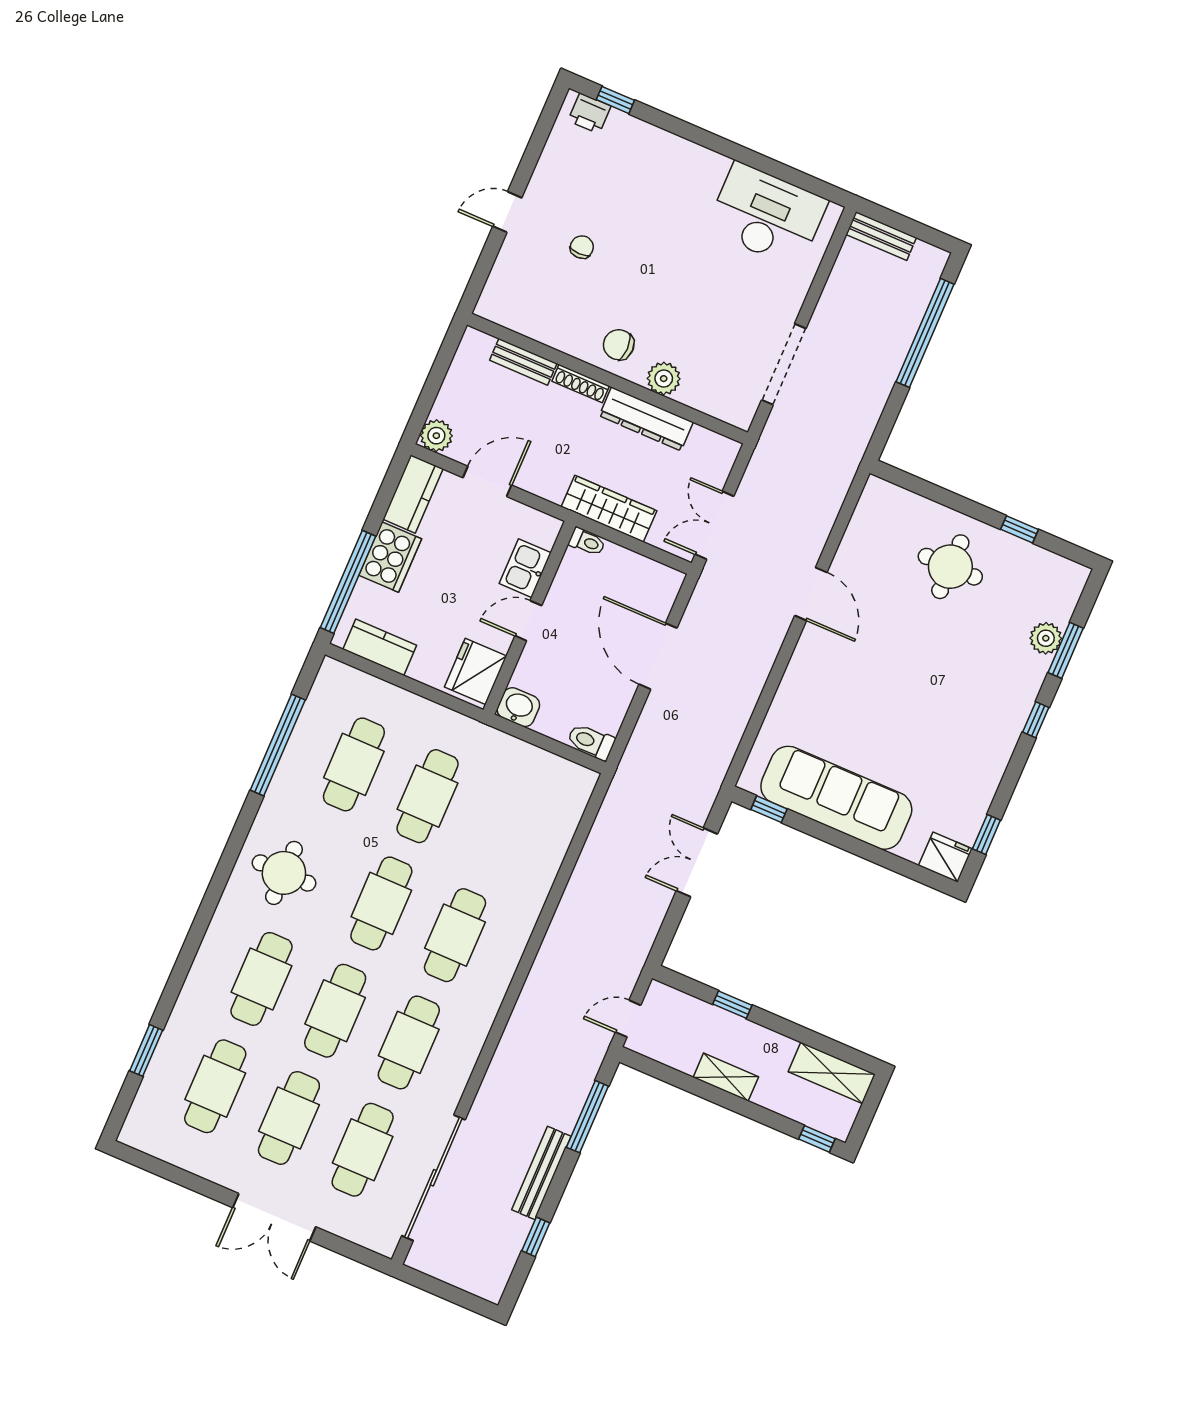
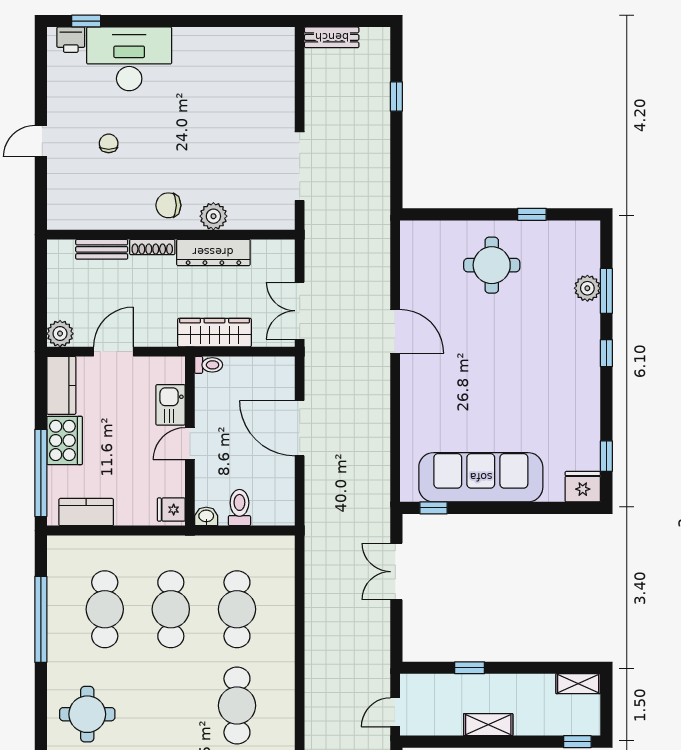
desk: (767, 215) -> (129, 59), moved
window: (925, 333) -> (396, 96), width x0.32
fridge: (476, 672) -> (171, 510), width x0.53, depth x0.75
washbasin: (518, 707) -> (206, 516), width x0.72, depth x0.69
toilet: (591, 742) -> (239, 508), moved, turned 90
cafe table: (381, 903) -> (237, 609), moved
shelving: (832, 1073) -> (578, 684), width x0.67, depth x0.75

